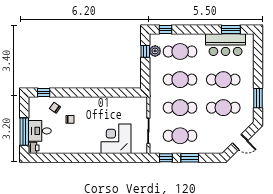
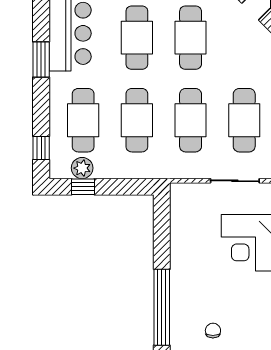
window: (231, 30) -> (41, 60), moved
window: (82, 93) -> (162, 307), added

